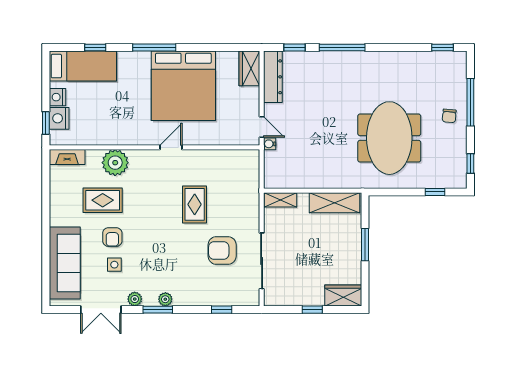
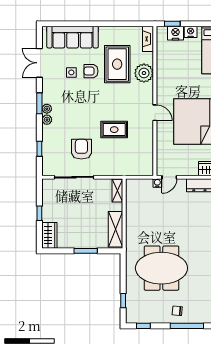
rug: (103, 200) -> (117, 64), width x1.36, depth x1.43
plant: (135, 299) -> (47, 120), moved

